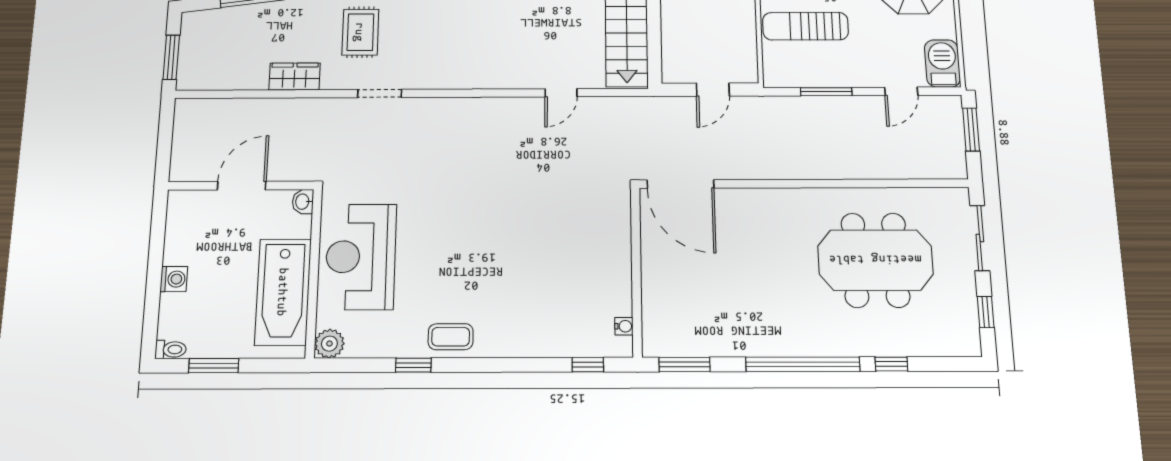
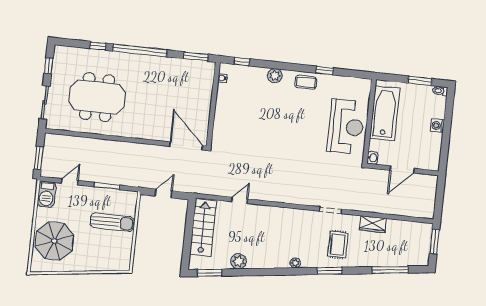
plant: (329, 344) -> (275, 76), moved

